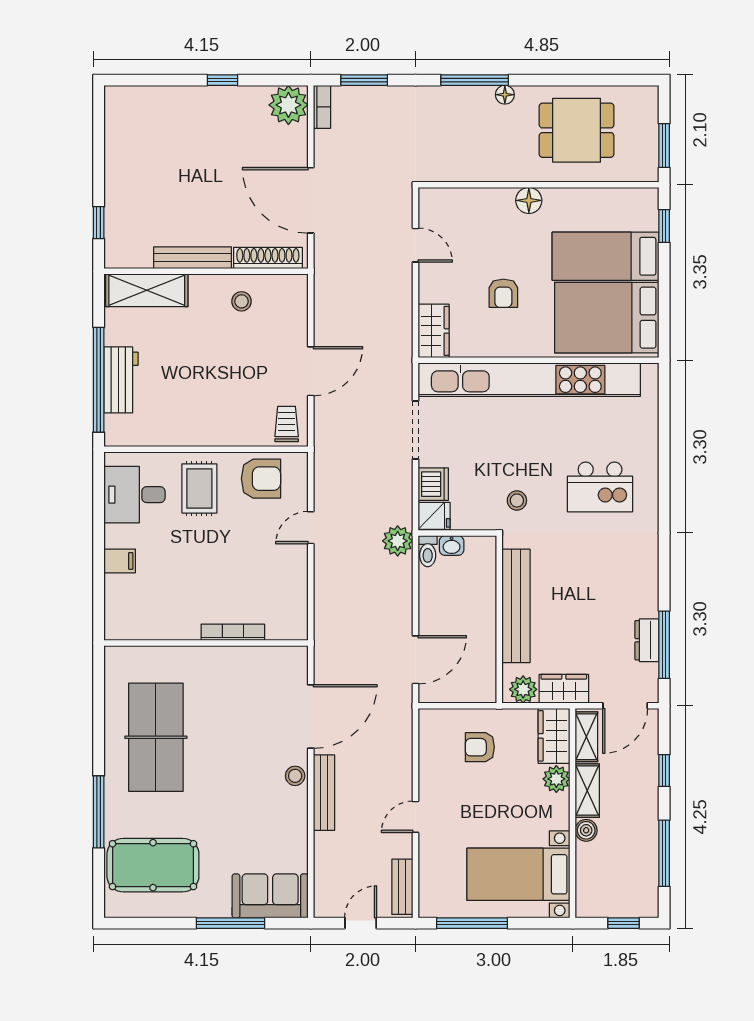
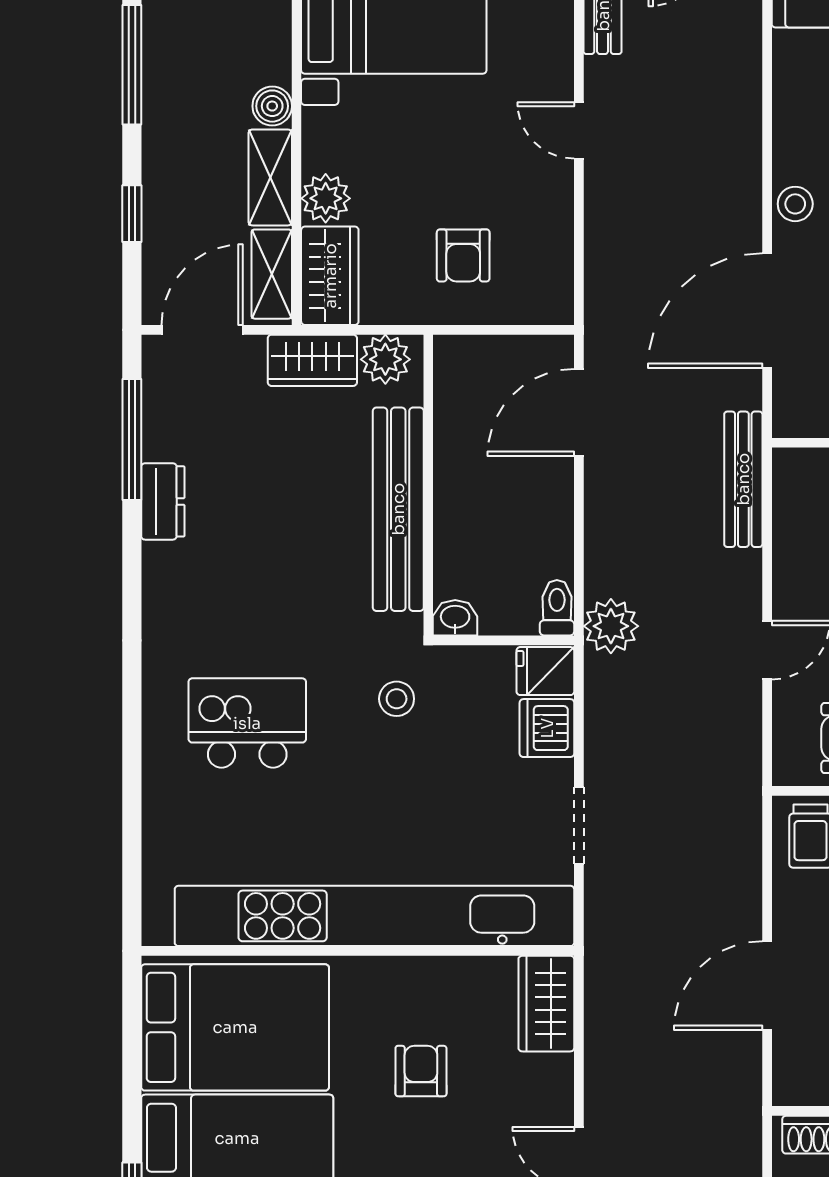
door: (311, 371) -> (767, 986), moved
doorway: (415, 430) -> (579, 826), width x0.73
washbasin: (452, 546) -> (455, 618), moved
dresser: (647, 640) -> (163, 501), moved
armchair: (480, 747) -> (463, 255), turned 90
bench: (324, 793) -> (743, 479), moved
door: (415, 817) -> (579, 130), swing flipped

